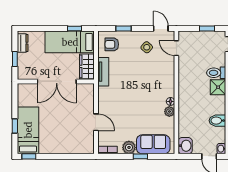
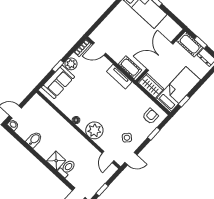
door: (176, 48) -> (108, 157), swing flipped
cot: (24, 67) -> (190, 44), added
tv unit: (103, 72) -> (119, 77), moved
cot: (88, 97) -> (130, 67), added
plant: (169, 112) -> (94, 130), moved, width x1.88, depth x1.88
door: (96, 122) -> (99, 49), moved
washbasin: (185, 146) -> (37, 103), removed

